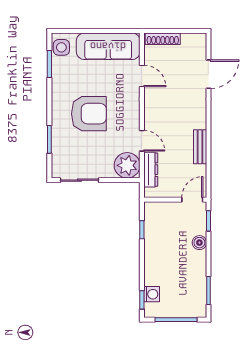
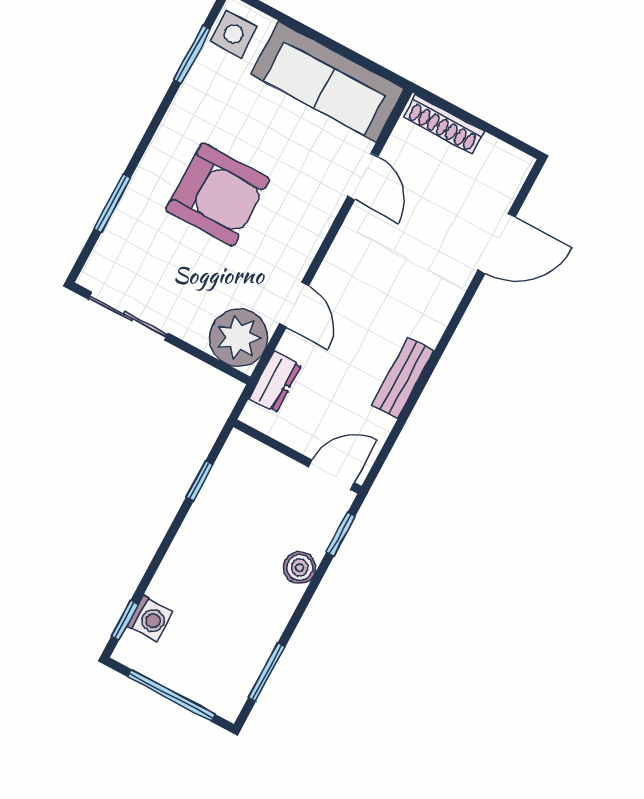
dresser: (151, 170) -> (275, 382), width x0.70

